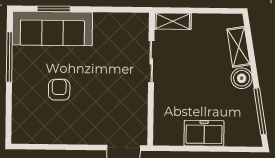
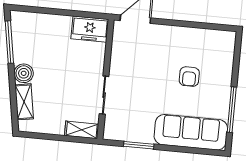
window: (54, 9) -> (139, 145), moved
freezer: (204, 133) -> (90, 29), moved

